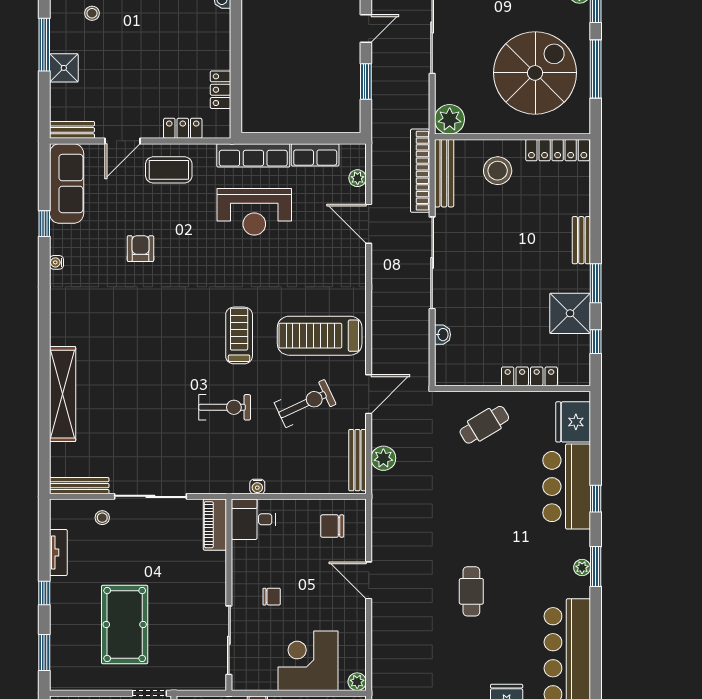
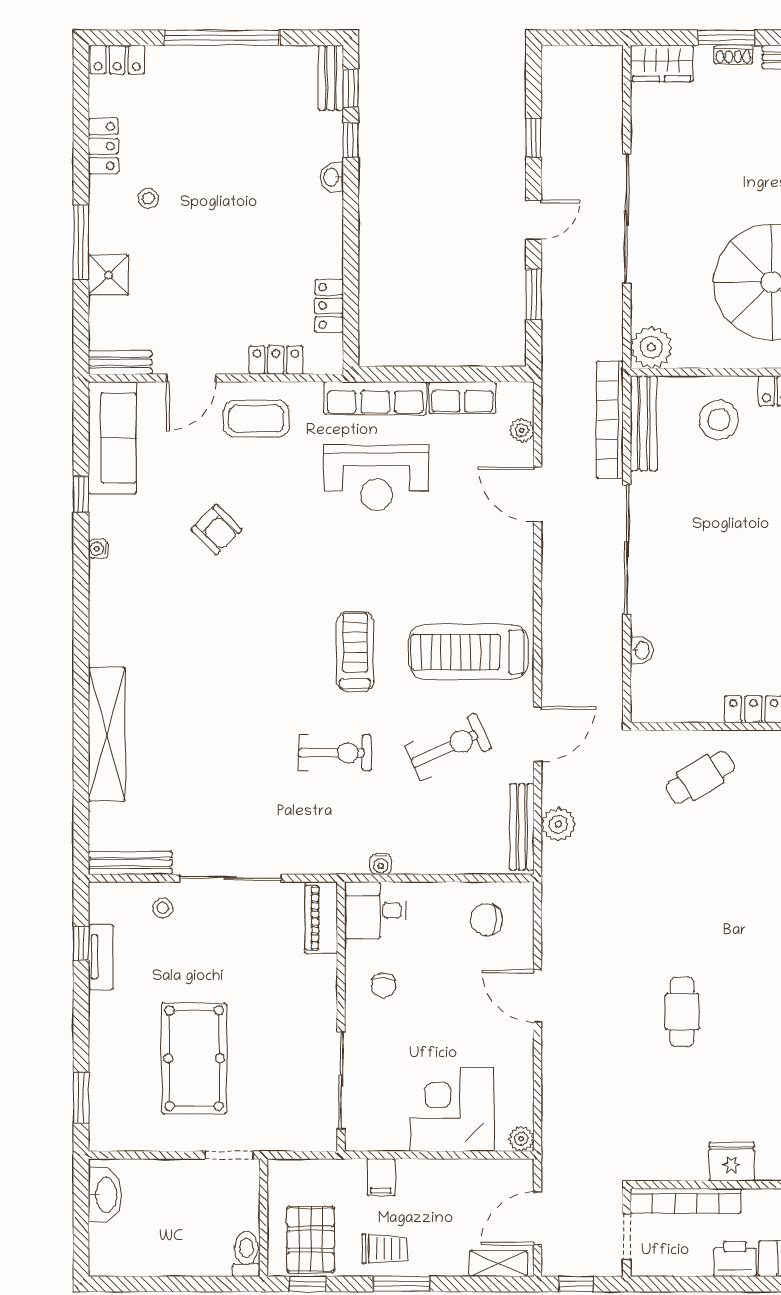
armchair: (140, 249) -> (216, 529), turned 135
window: (44, 593) -> (81, 943), moved
chair: (272, 597) -> (383, 985), moved, turned 90

